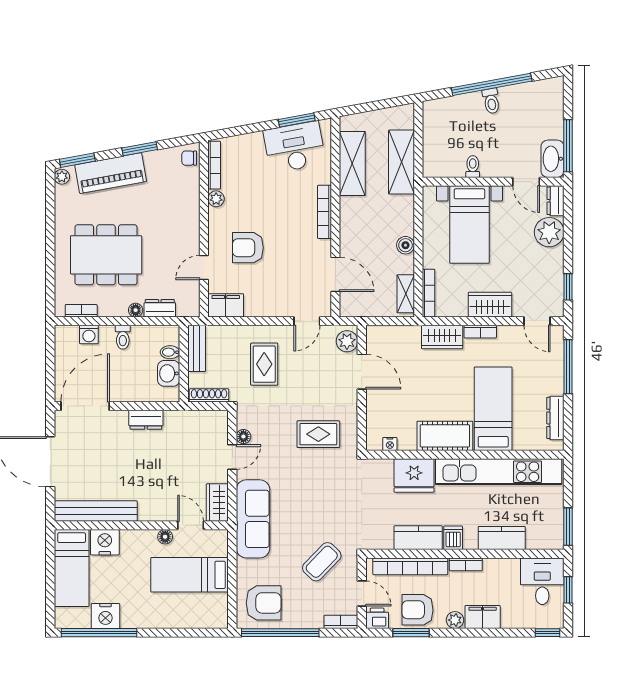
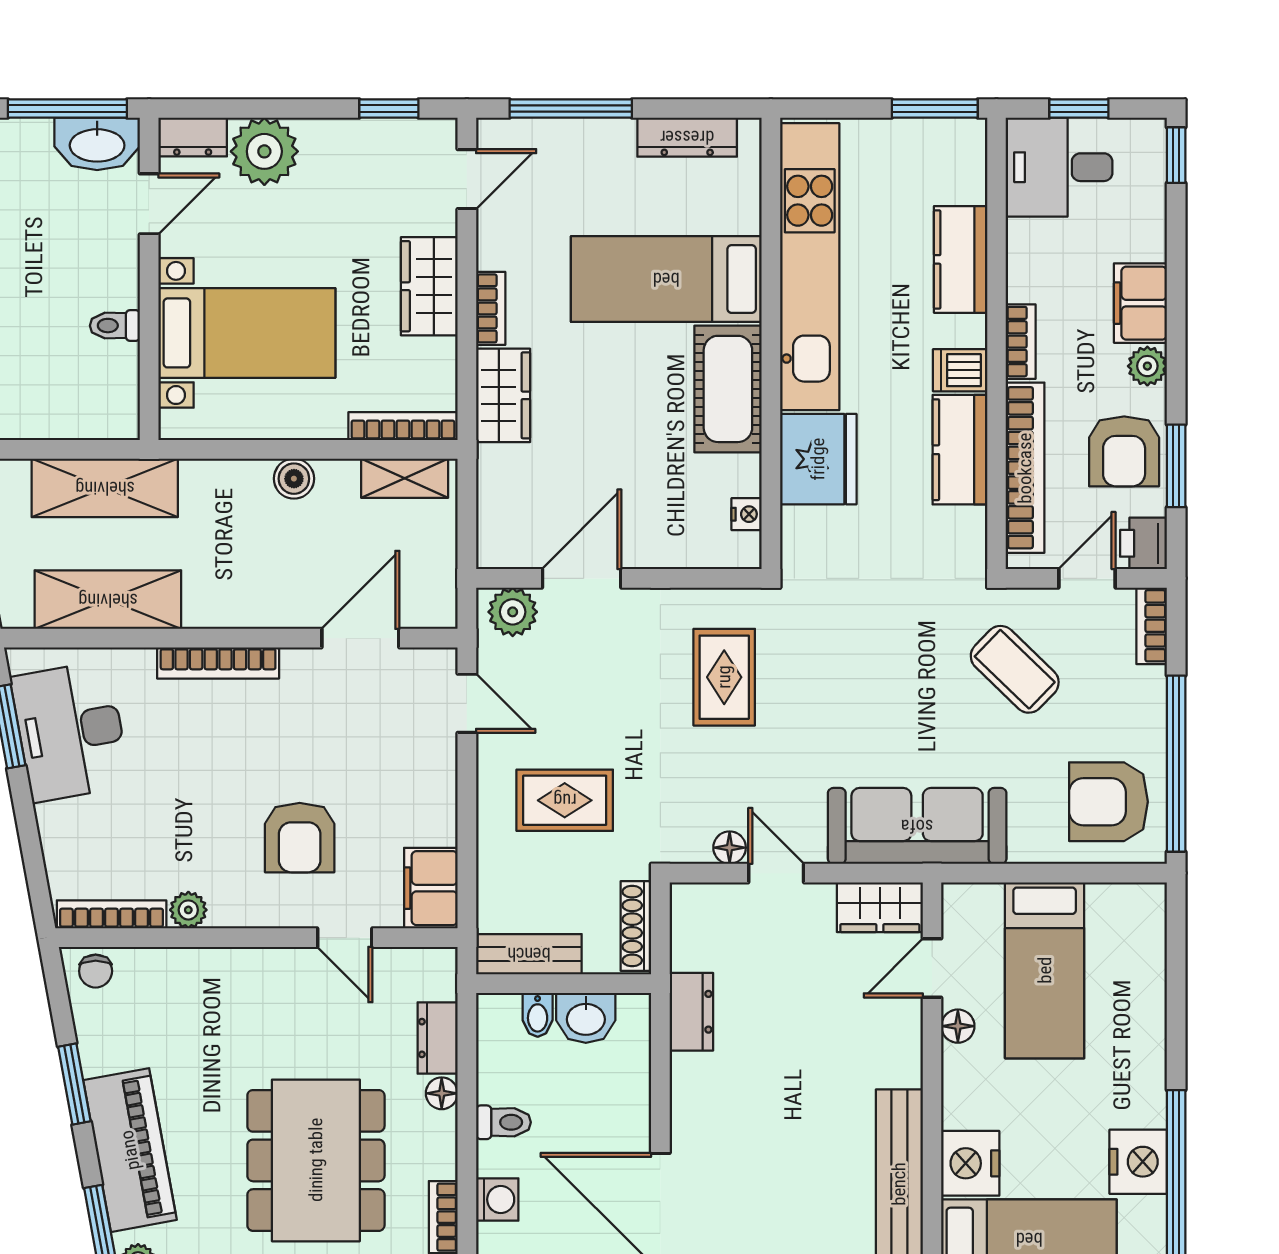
dresser: (146, 420) -> (691, 1012), moved
armchair: (264, 603) -> (1108, 802), turned -90

